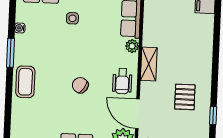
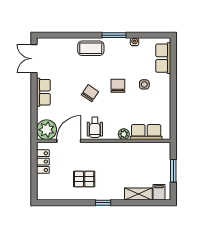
chair: (73, 51) -> (118, 86), added
shelving: (149, 64) -> (138, 194), moved
wheelchair: (122, 81) -> (95, 127), turned -90
window: (213, 116) -> (103, 203), moved

